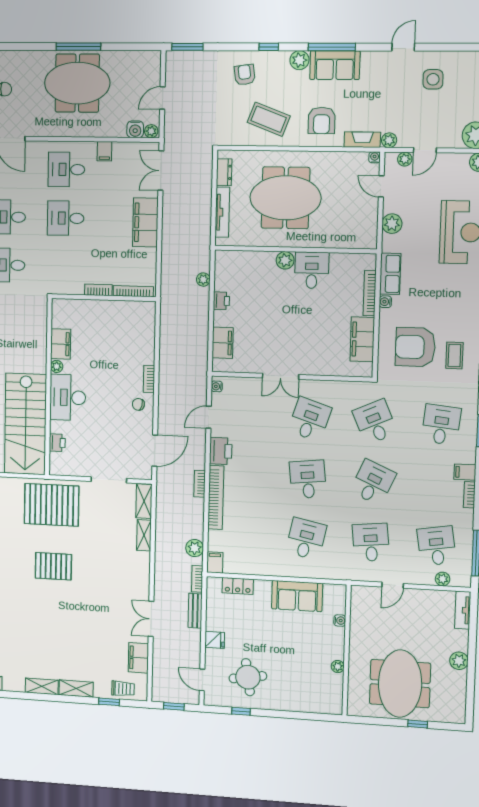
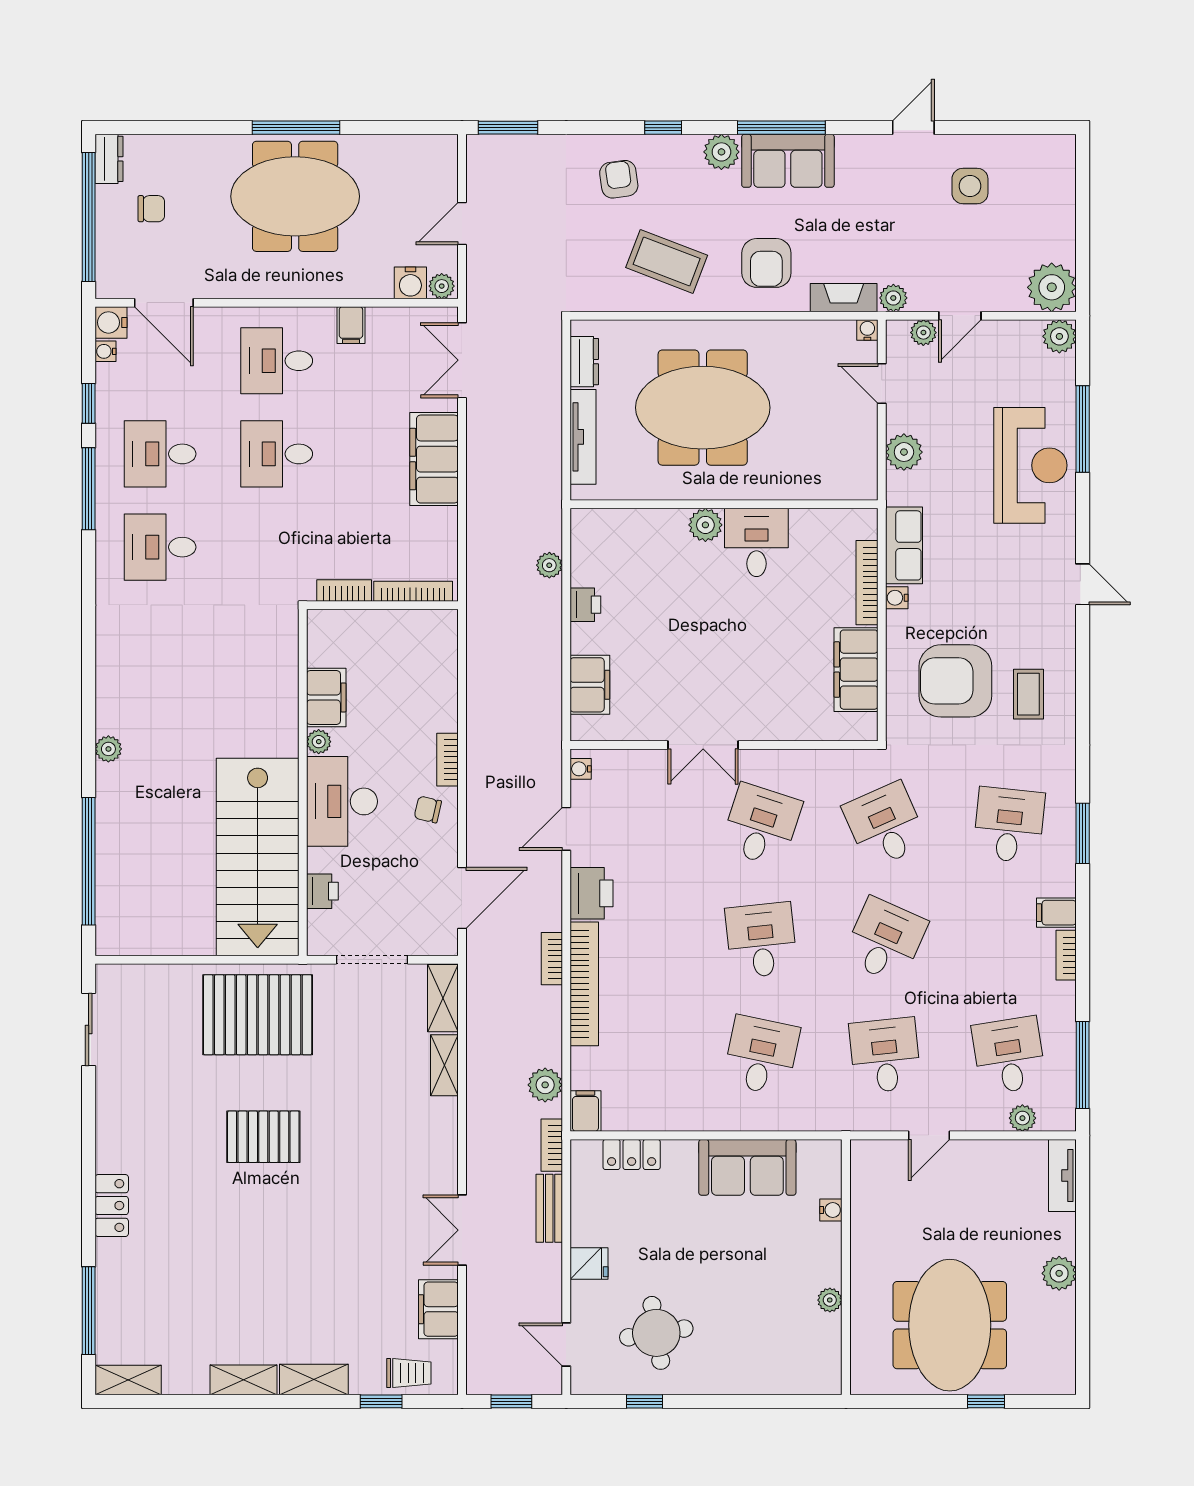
filing cabinet: (61, 344) -> (326, 697), moved
plant: (57, 366) -> (319, 742), moved
wall: (48, 387) -> (303, 782), moved
desk: (68, 397) -> (342, 801), moved
stairs: (25, 424) -> (258, 857), moved
printer: (57, 443) -> (322, 891), moved

